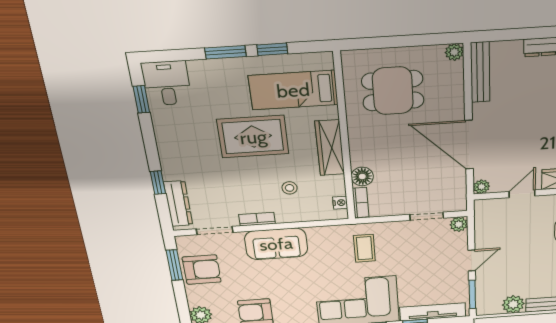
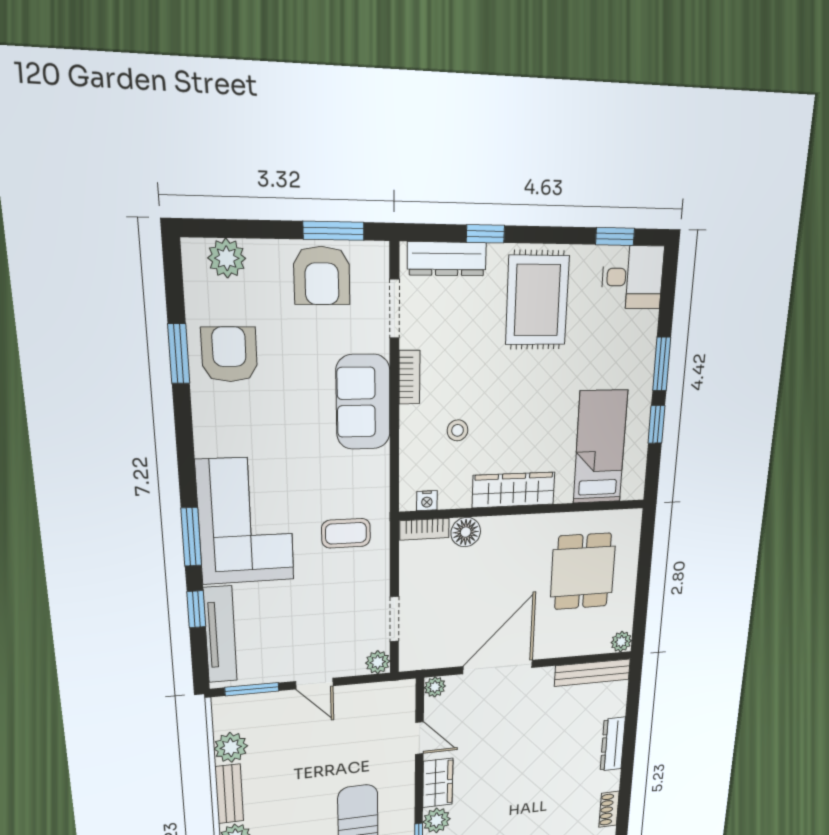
rug: (253, 137) -> (537, 300), moved

